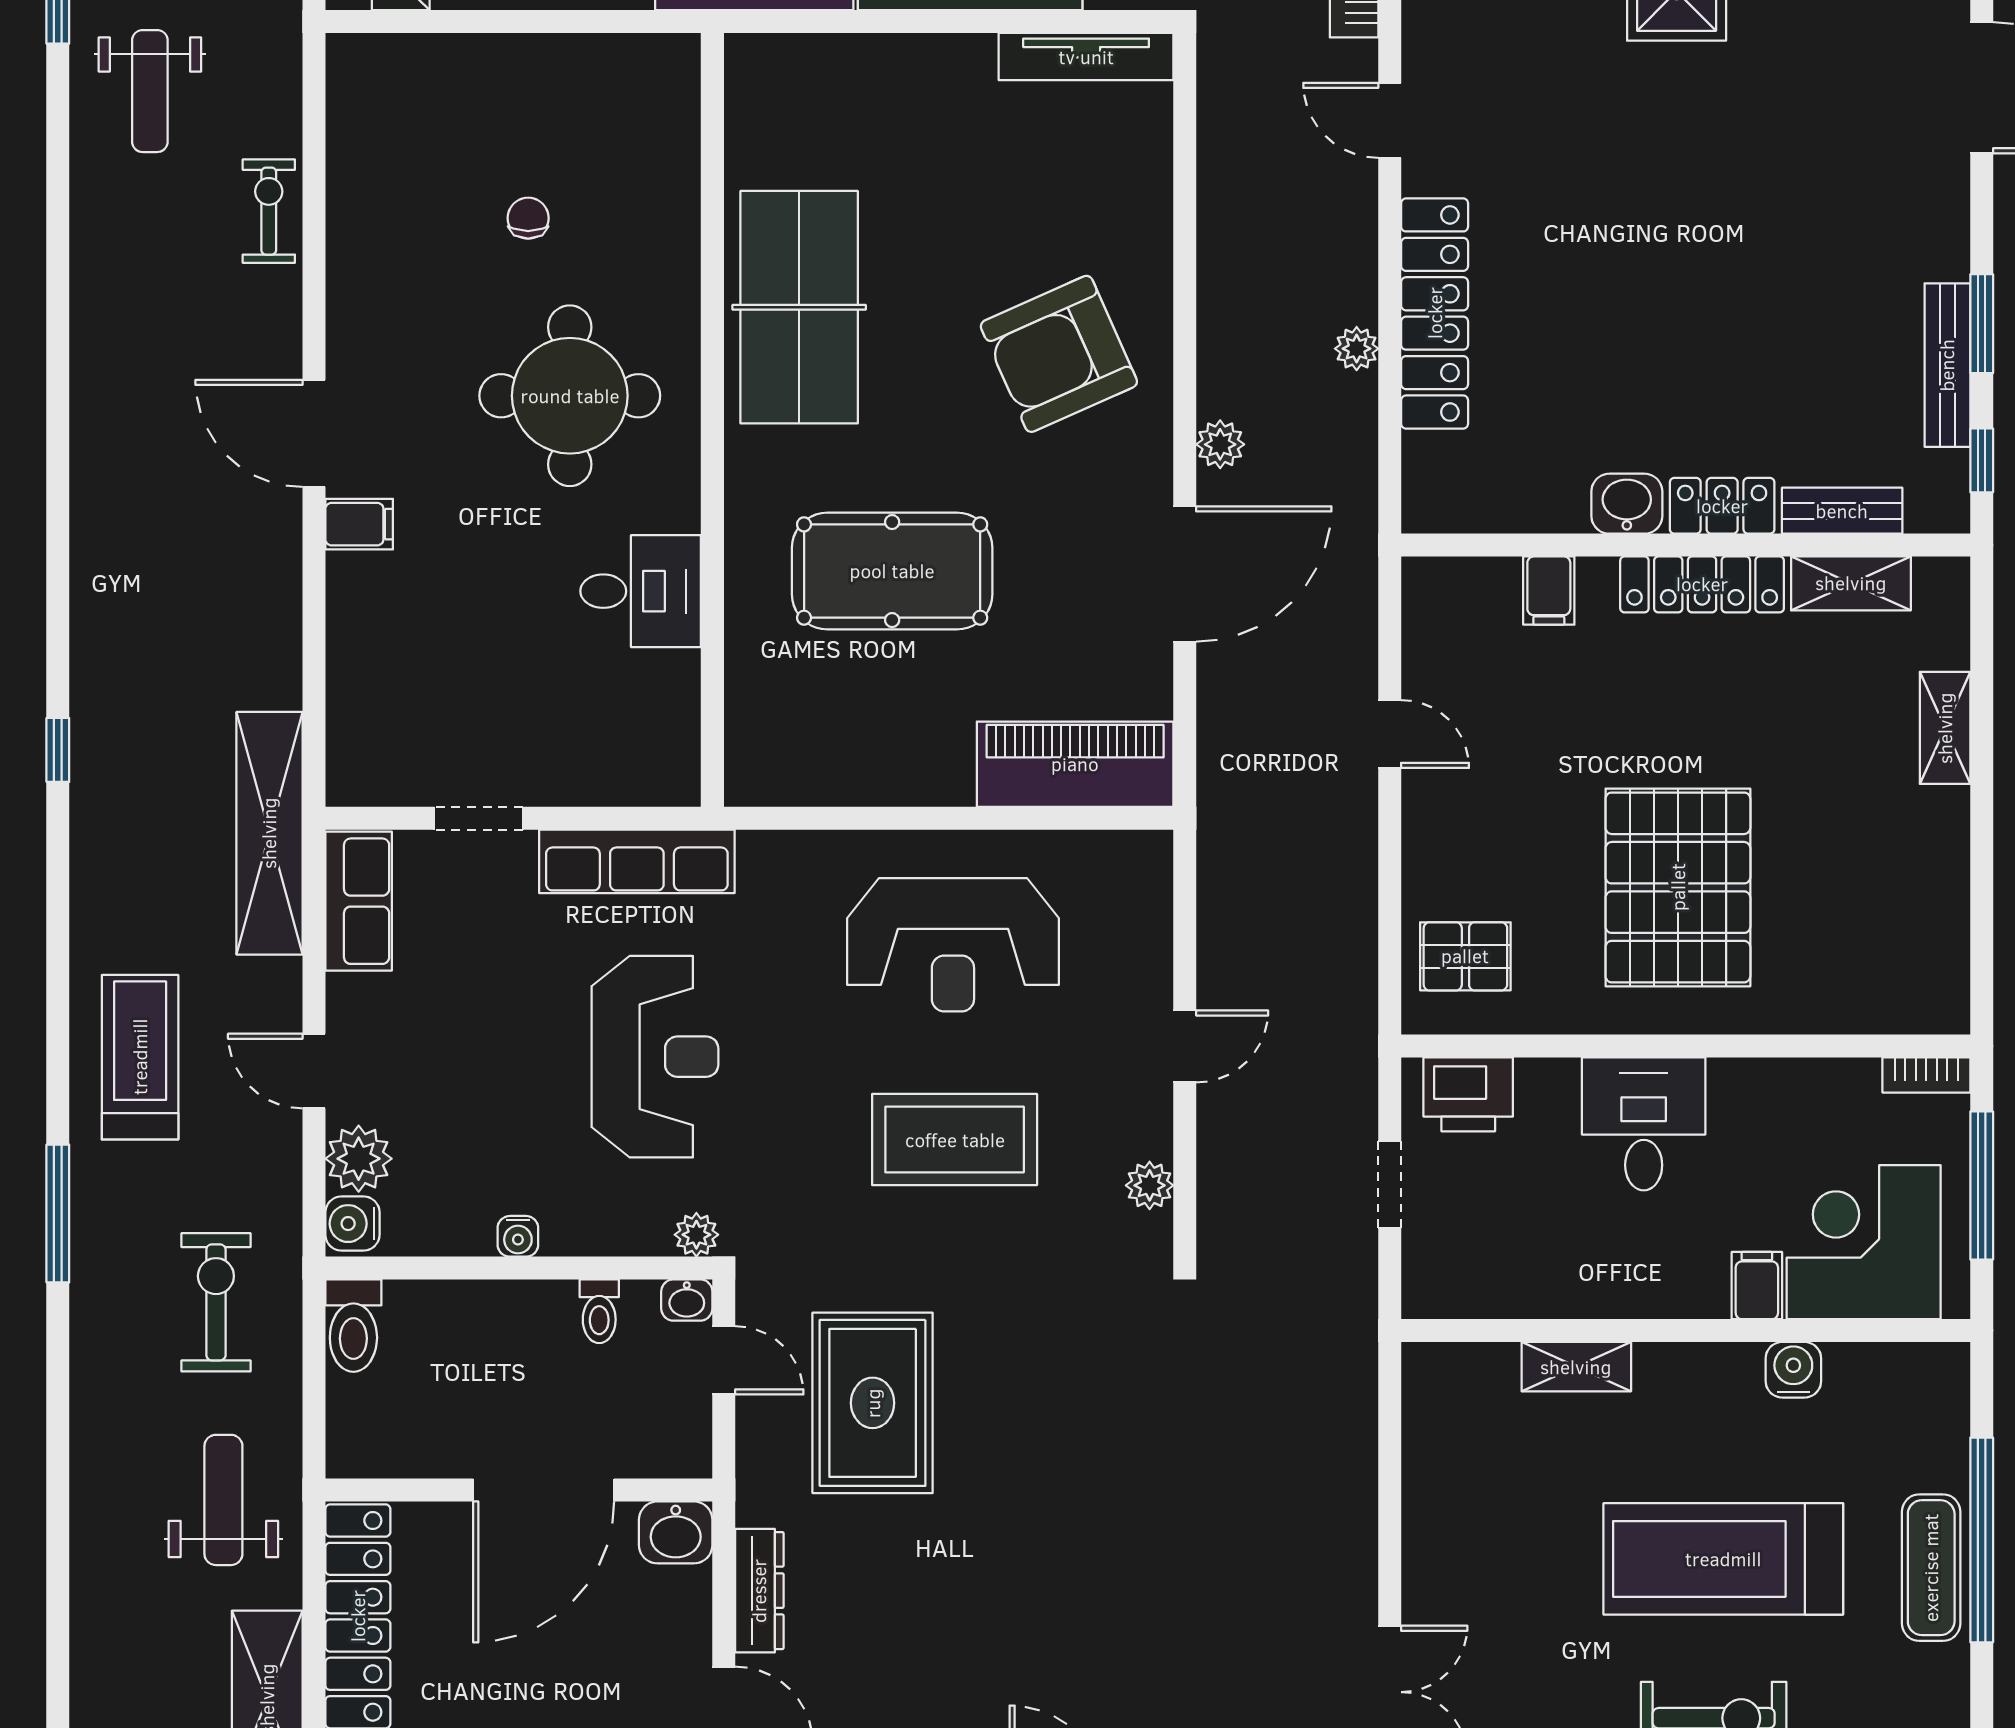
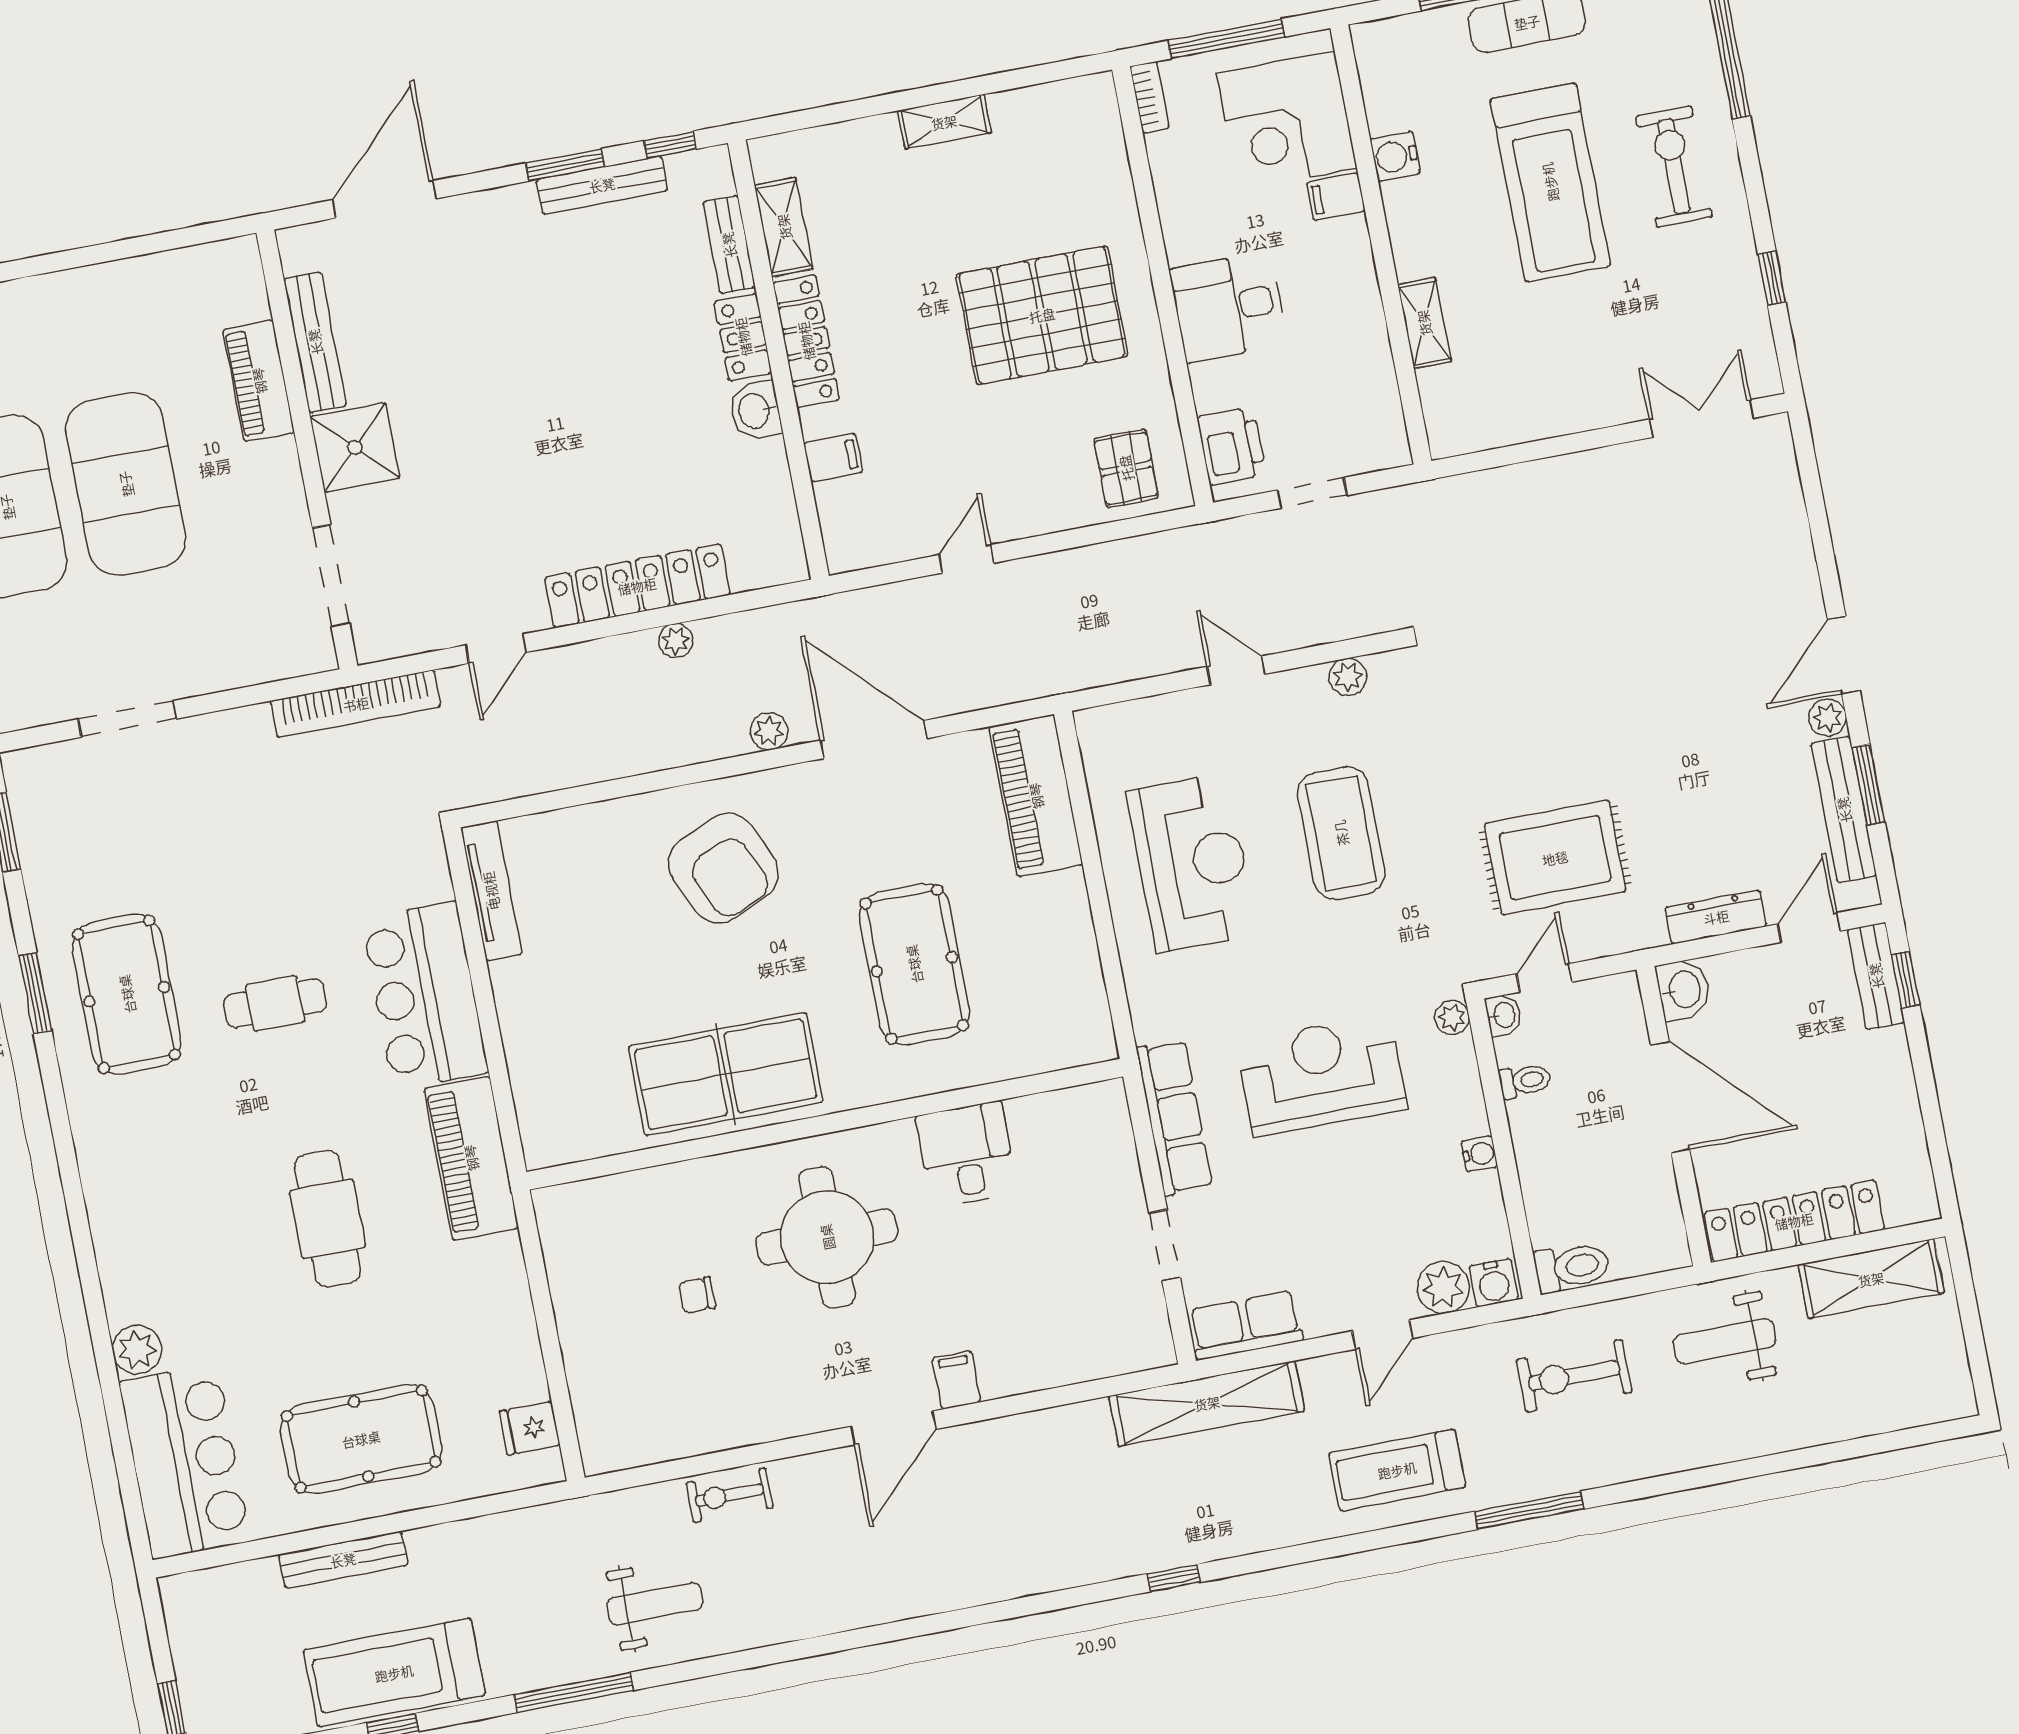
shelving: (1945, 728) -> (944, 122), moved

